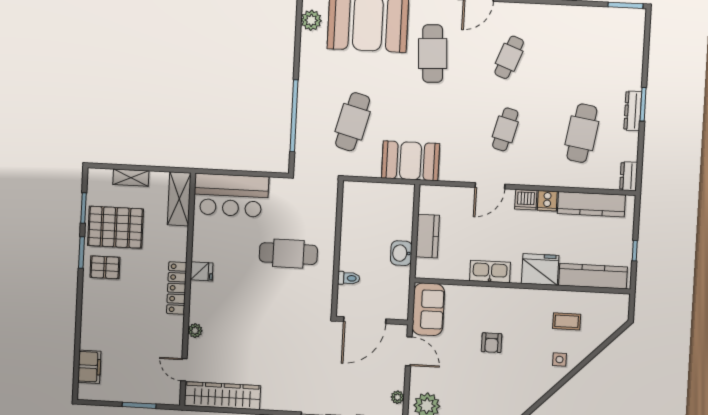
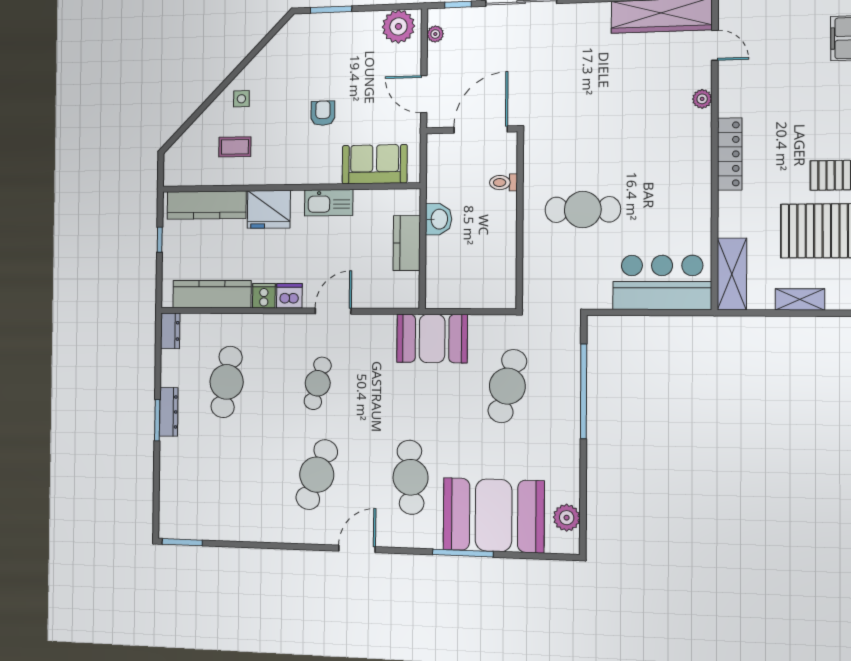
cafe table: (509, 57) -> (317, 475), width x1.37, depth x1.35
fridge: (202, 271) -> (697, 179), removed
sofa: (428, 309) -> (375, 164), moved, turned 90

